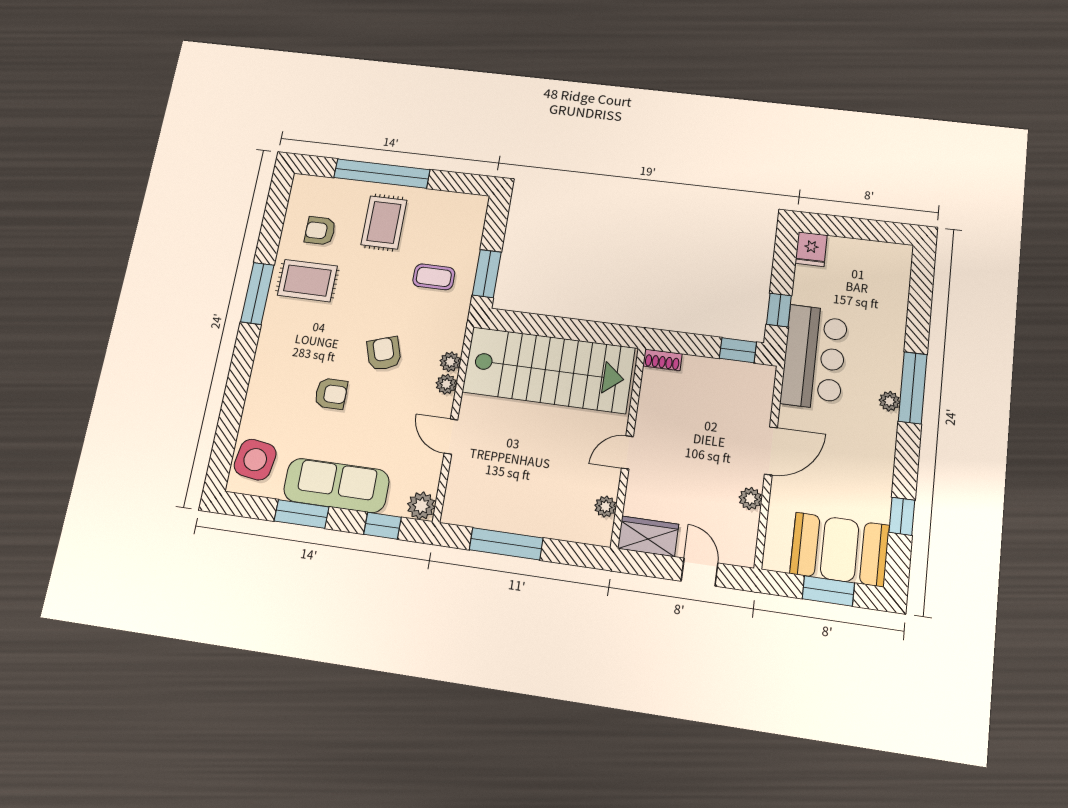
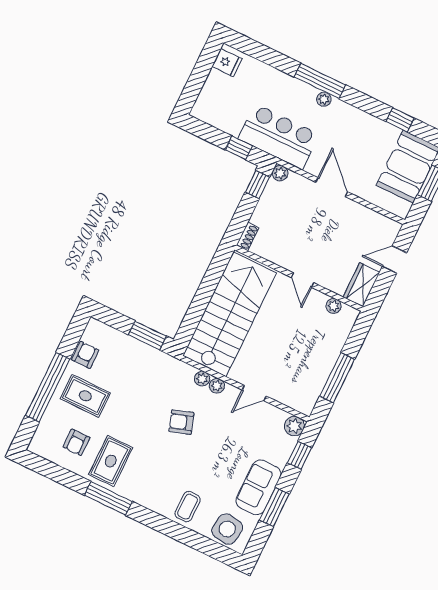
fridge: (811, 249) -> (227, 63), moved
coffee table: (434, 277) -> (188, 507), moved
armchair: (331, 394) -> (85, 355), moved
sofa: (336, 486) -> (258, 487), width x0.73
plant: (750, 499) -> (280, 173), moved

